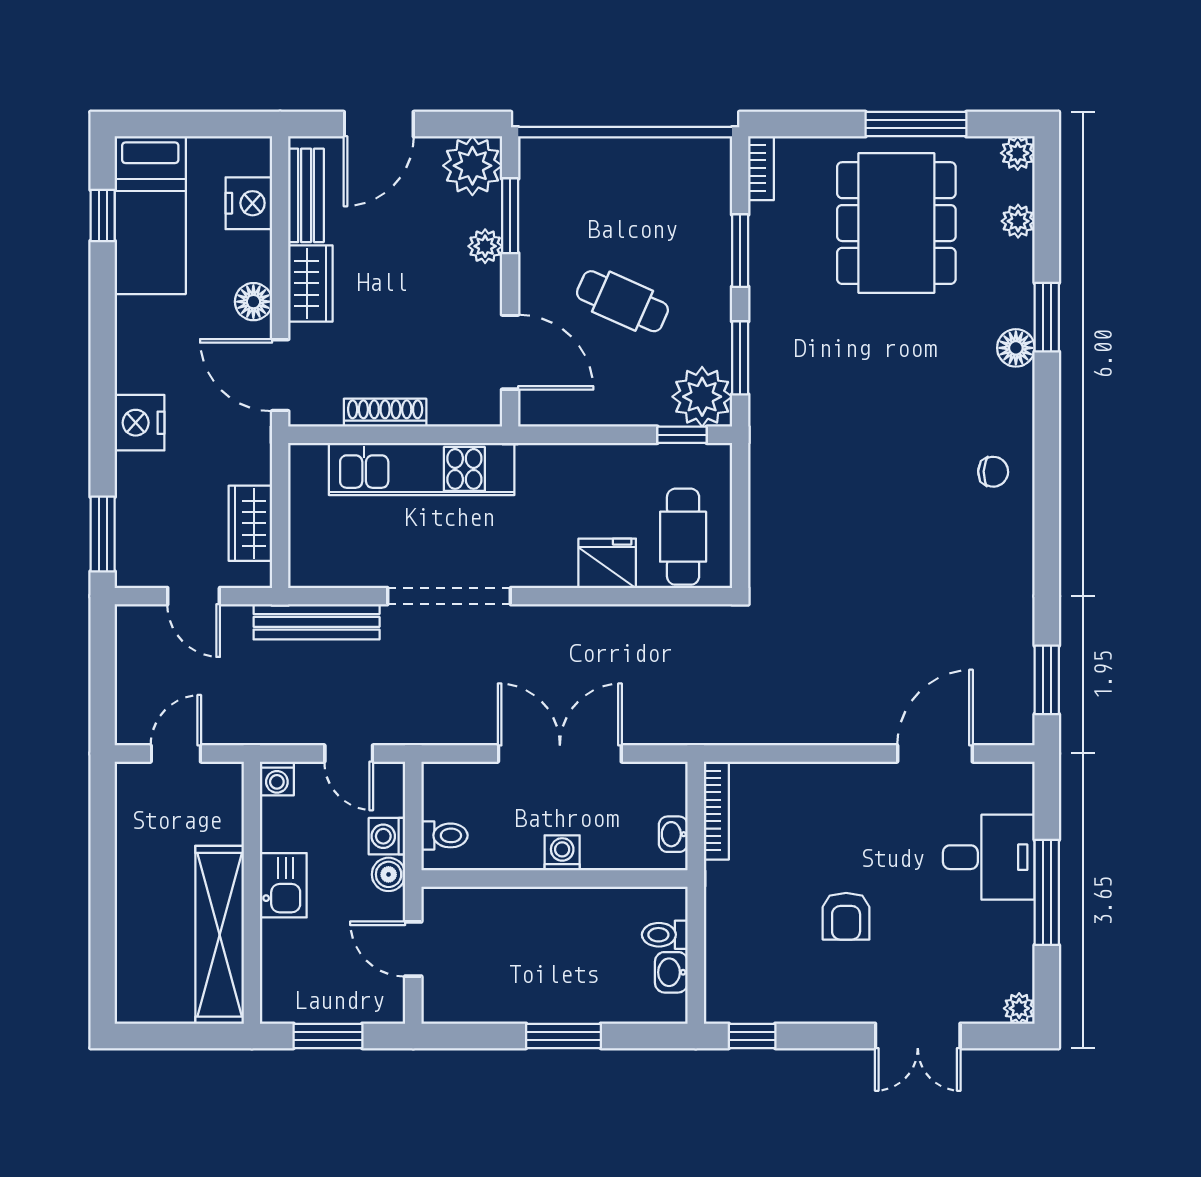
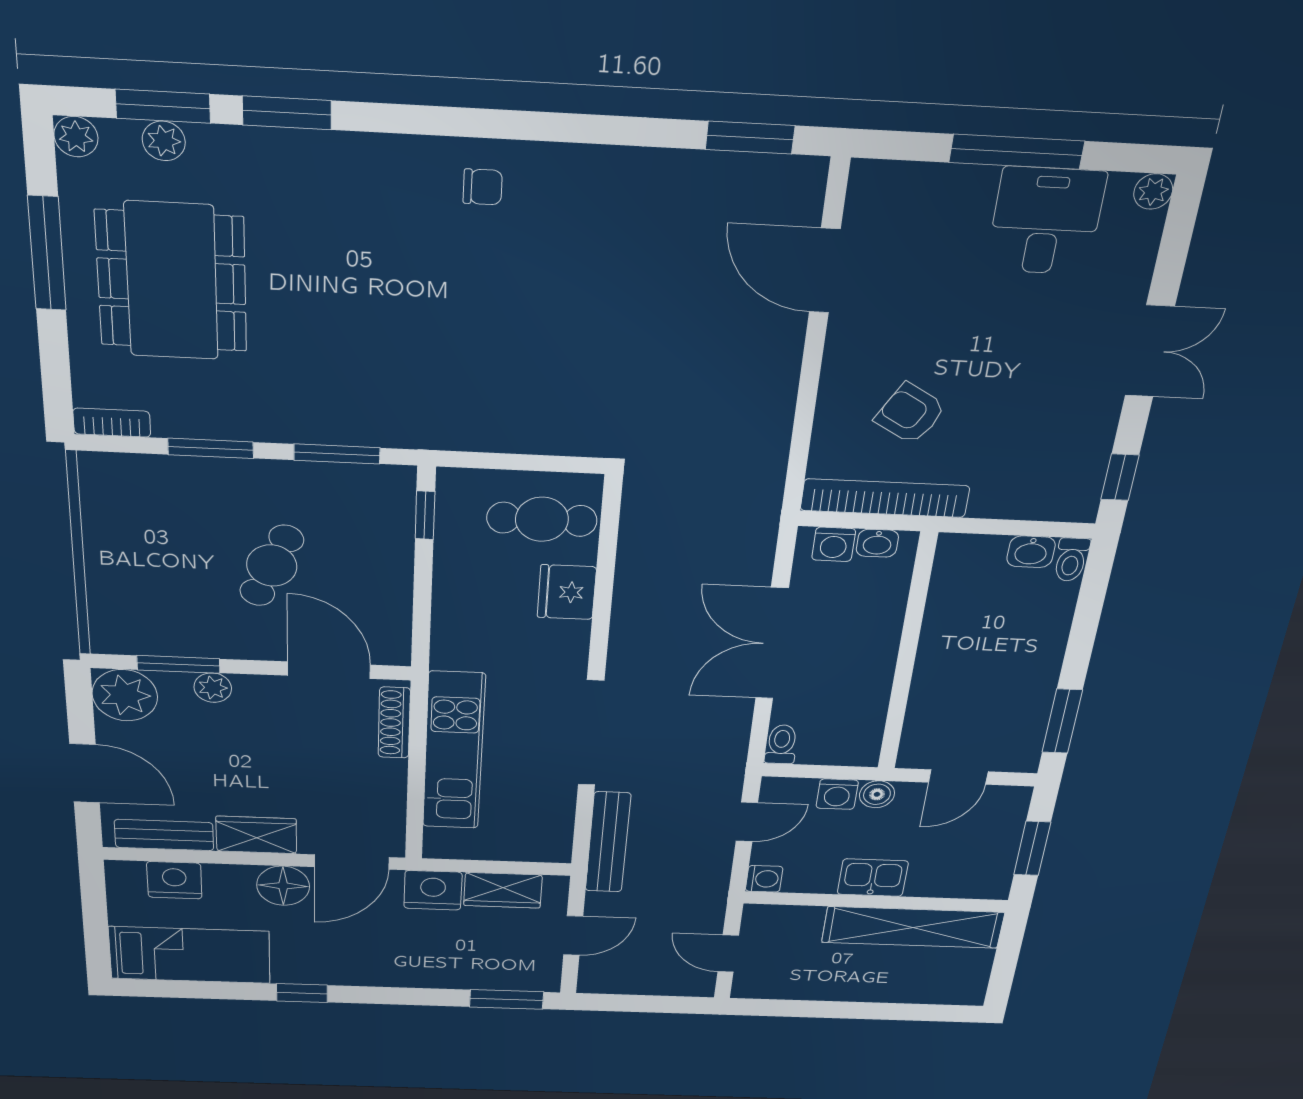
window: (103, 215) -> (302, 993), moved
window: (1047, 222) -> (163, 106), added
dining table: (896, 223) -> (172, 281), turned 90
floor lamp: (253, 302) -> (283, 886), width x1.38, depth x1.38
floor lamp: (1016, 348) -> (326, 152), removed
door: (510, 352) -> (329, 670), hinge flipped
plant: (702, 397) -> (382, 494), removed
shoe rack: (385, 413) -> (394, 723), moved
nightstand: (140, 423) -> (433, 890), moved, turned 180
chair: (993, 472) -> (483, 187), turned 88
bookcase: (716, 811) -> (885, 498), width x1.48, depth x1.31
toilet: (444, 835) -> (781, 744), moved
washing machine: (562, 853) -> (834, 544), moved, turned -90
desk: (989, 857) -> (1046, 221), moved
armchair: (846, 916) -> (910, 414), moved, turned -150
toilet: (665, 935) -> (1071, 560), moved
window: (563, 1036) -> (1062, 721), moved
double door: (918, 1036) -> (1150, 351), moved

